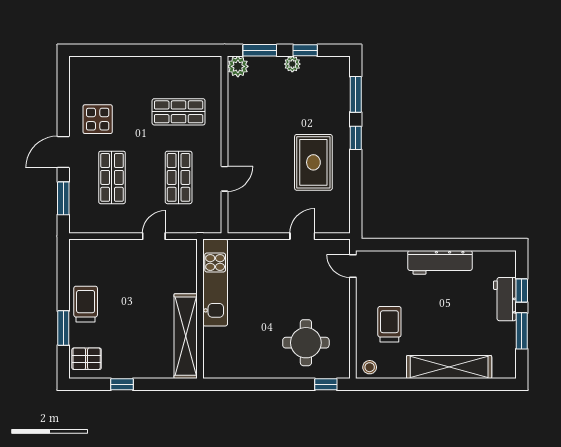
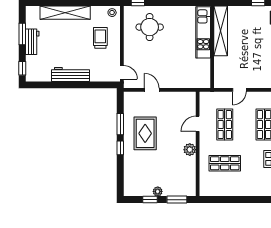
plant: (238, 66) -> (190, 150), moved
window: (356, 94) -> (120, 124), moved
door: (302, 236) -> (152, 90), swing flipped
kitchen unit: (215, 283) -> (203, 32), moved
window: (522, 290) -> (22, 68), moved
workbench: (505, 299) -> (32, 42), moved
trolley: (389, 324) -> (100, 38), turned 180

